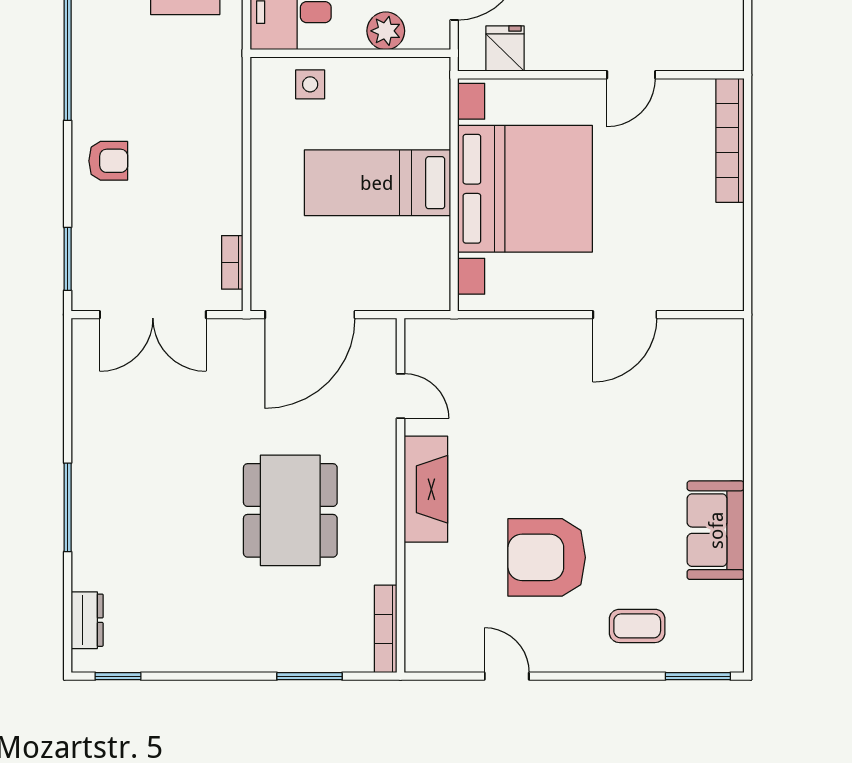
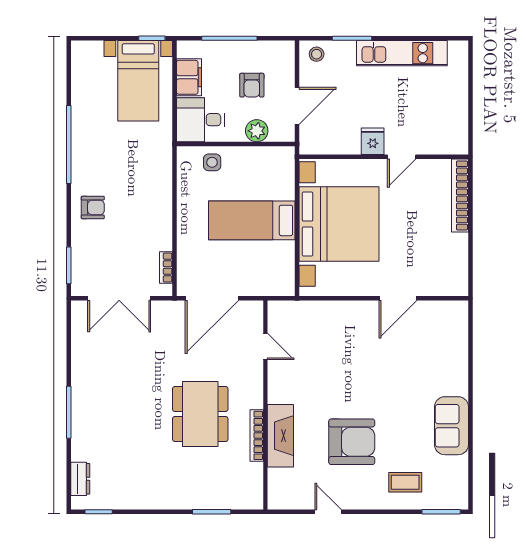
fridge: (505, 48) -> (373, 141), moved
fireplace: (426, 489) -> (280, 436), moved
armchair: (547, 557) -> (352, 442), turned 180
bookcase: (386, 629) -> (257, 435), moved

